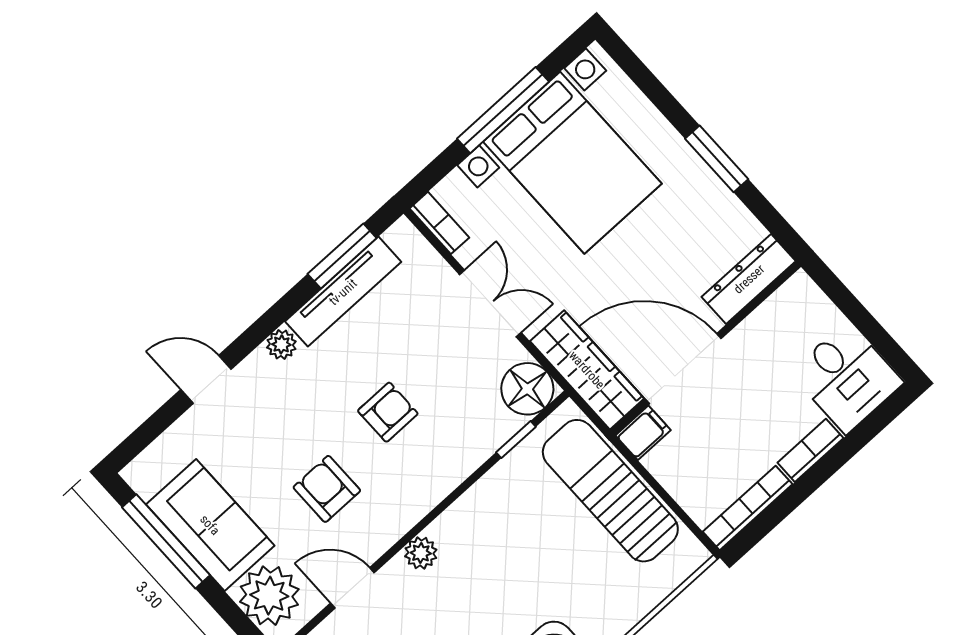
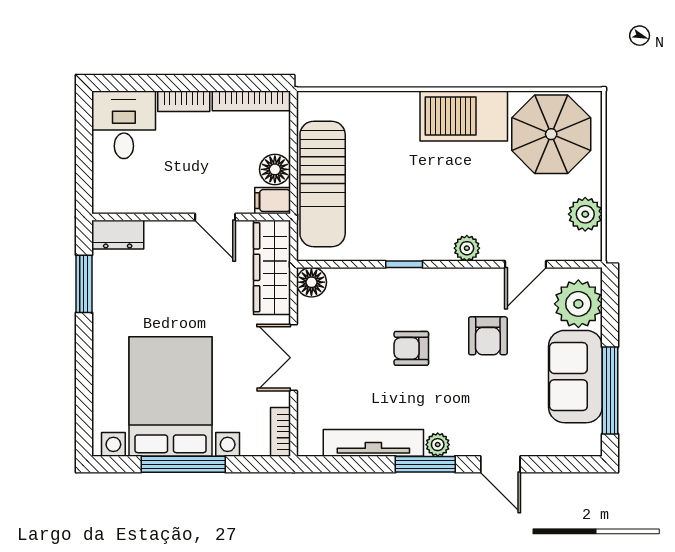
window: (717, 159) -> (84, 284), moved
window: (342, 256) -> (425, 464), moved
dresser: (749, 279) -> (118, 235), width x0.70
door: (683, 369) -> (215, 217), width x0.53
floor lamp: (527, 389) -> (311, 282), width x0.73, depth x0.73
window: (516, 440) -> (404, 264), moved
floor lamp: (667, 464) -> (275, 169), added
door: (352, 588) -> (525, 264), hinge flipped

